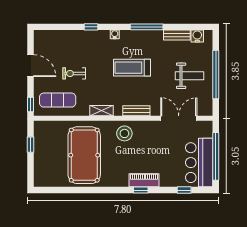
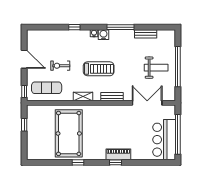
water cooler: (197, 36) -> (103, 35), moved
treadmill: (132, 68) -> (99, 69), moved, turned 180
stool: (124, 133) -> (102, 115), removed
window: (184, 190) -> (78, 162), moved

